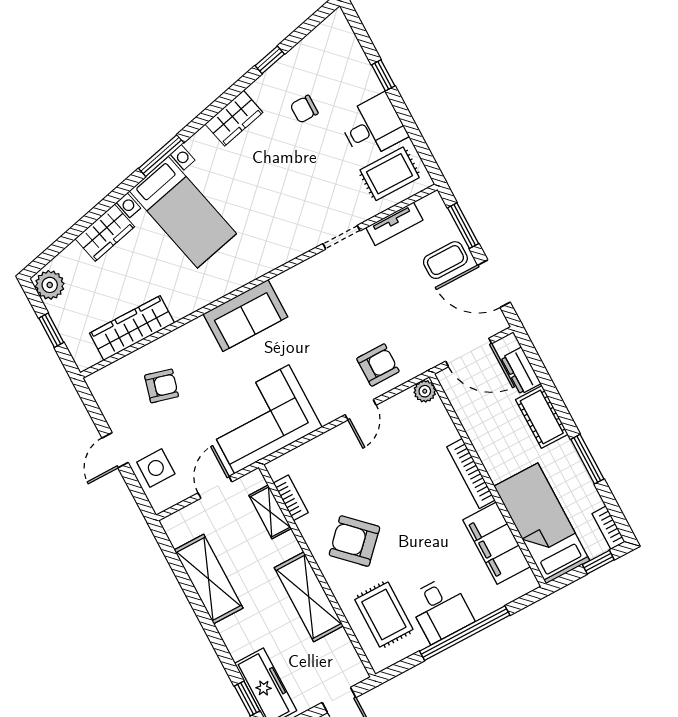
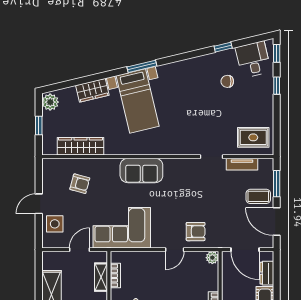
window: (357, 26) -> (277, 53), added
wardrobe: (234, 118) -> (189, 67), removed
desk: (373, 127) -> (253, 59), moved, turned -103

